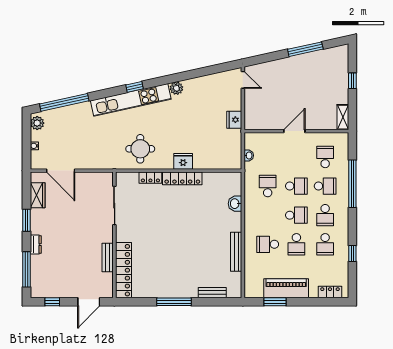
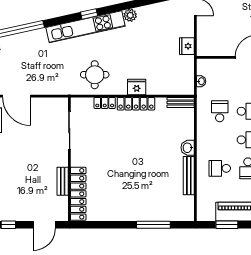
washbasin: (235, 204) -> (188, 148), moved
bench: (212, 293) -> (181, 103), moved
window: (174, 302) -> (153, 225), moved

